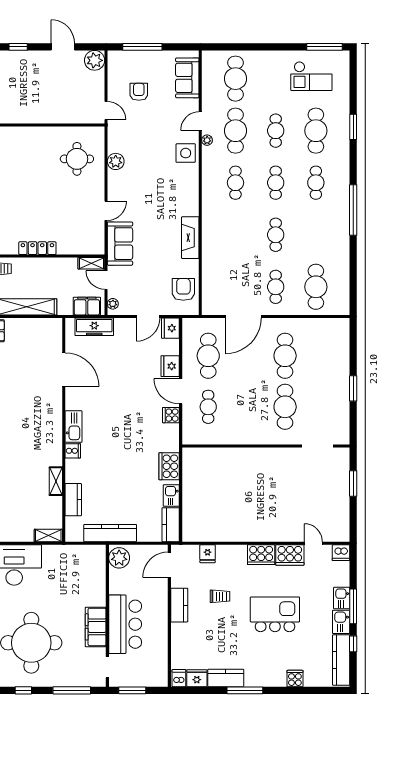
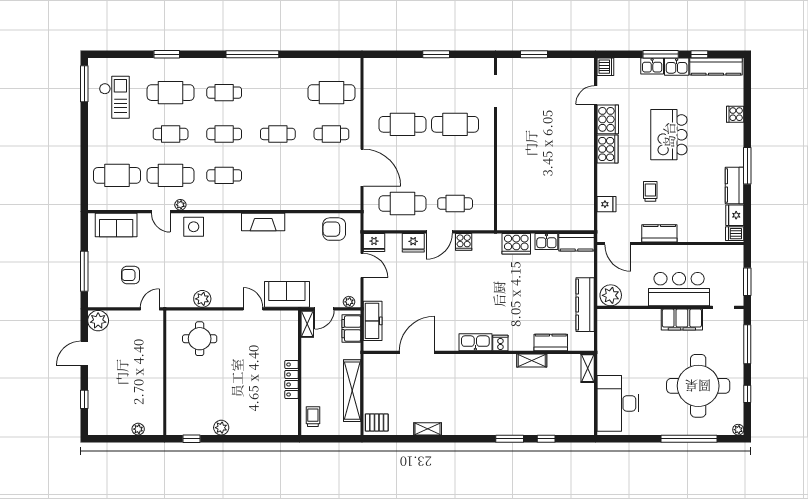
fireplace: (190, 238) -> (263, 222), moved

